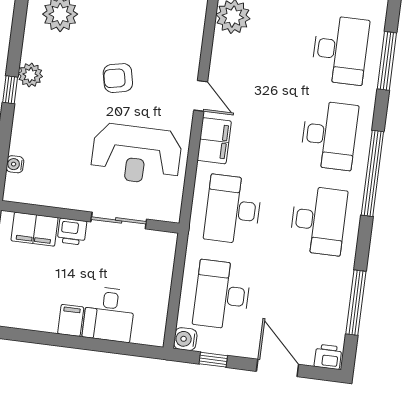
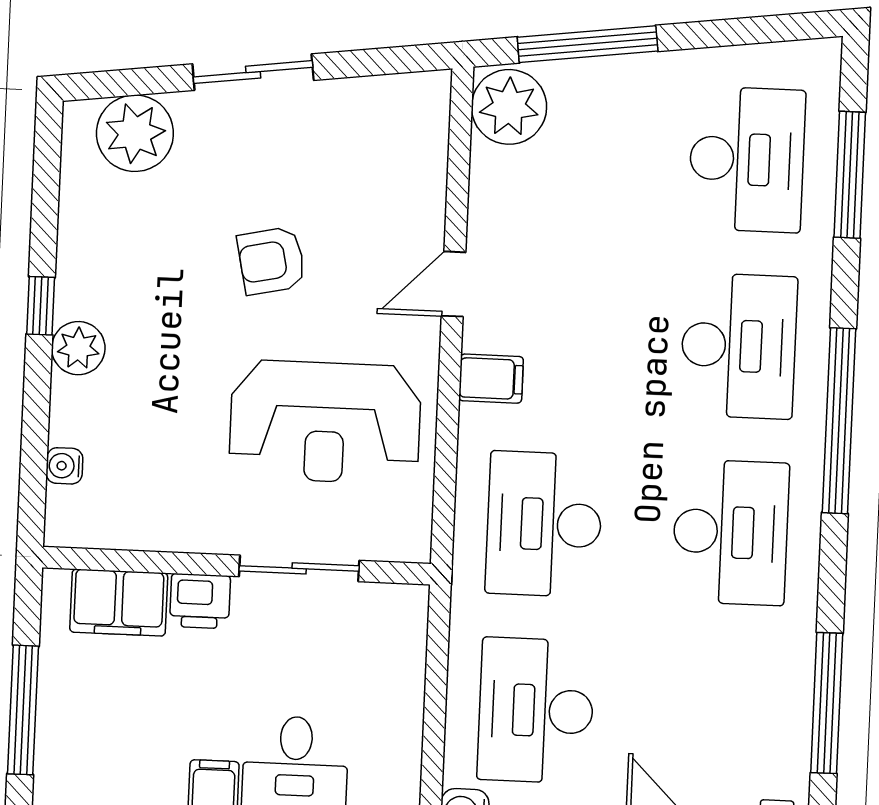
plant: (30, 75) -> (78, 348), moved
door: (201, 96) -> (453, 284), swing flipped
filing cabinet: (214, 141) -> (491, 379), width x0.50

